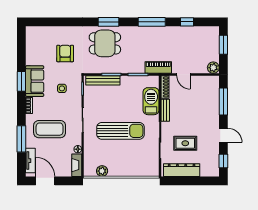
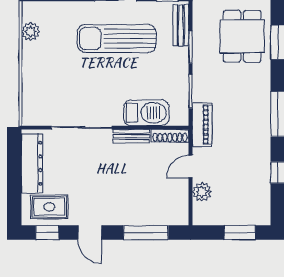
plant: (213, 68) -> (202, 192), moved
bench: (103, 80) -> (181, 25), width x0.73
sun lounger: (120, 131) -> (117, 39), moved, turned 90
door: (223, 135) -> (90, 233), hinge flipped
rug: (185, 143) -> (49, 207), moved, turned 90

